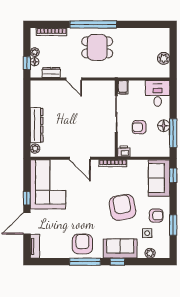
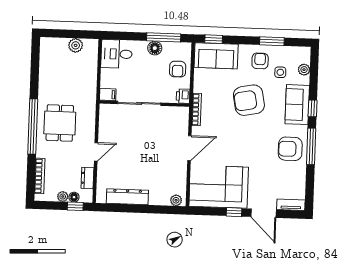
dresser: (37, 125) -> (127, 197), moved
armchair: (139, 127) -> (178, 69), moved

